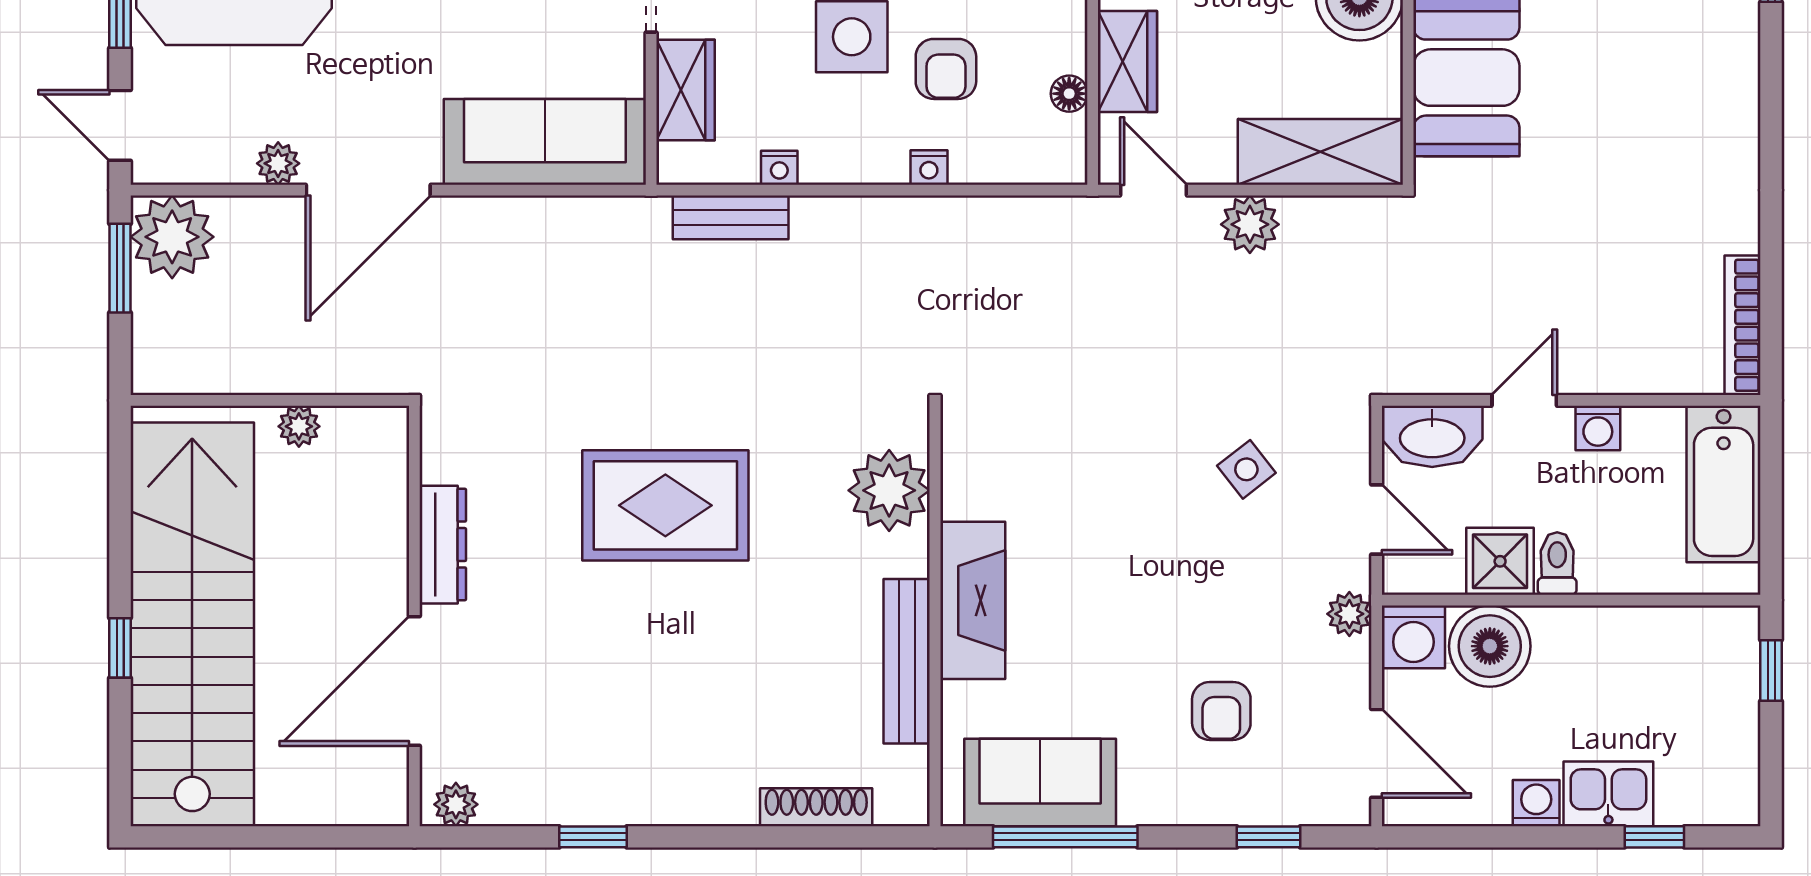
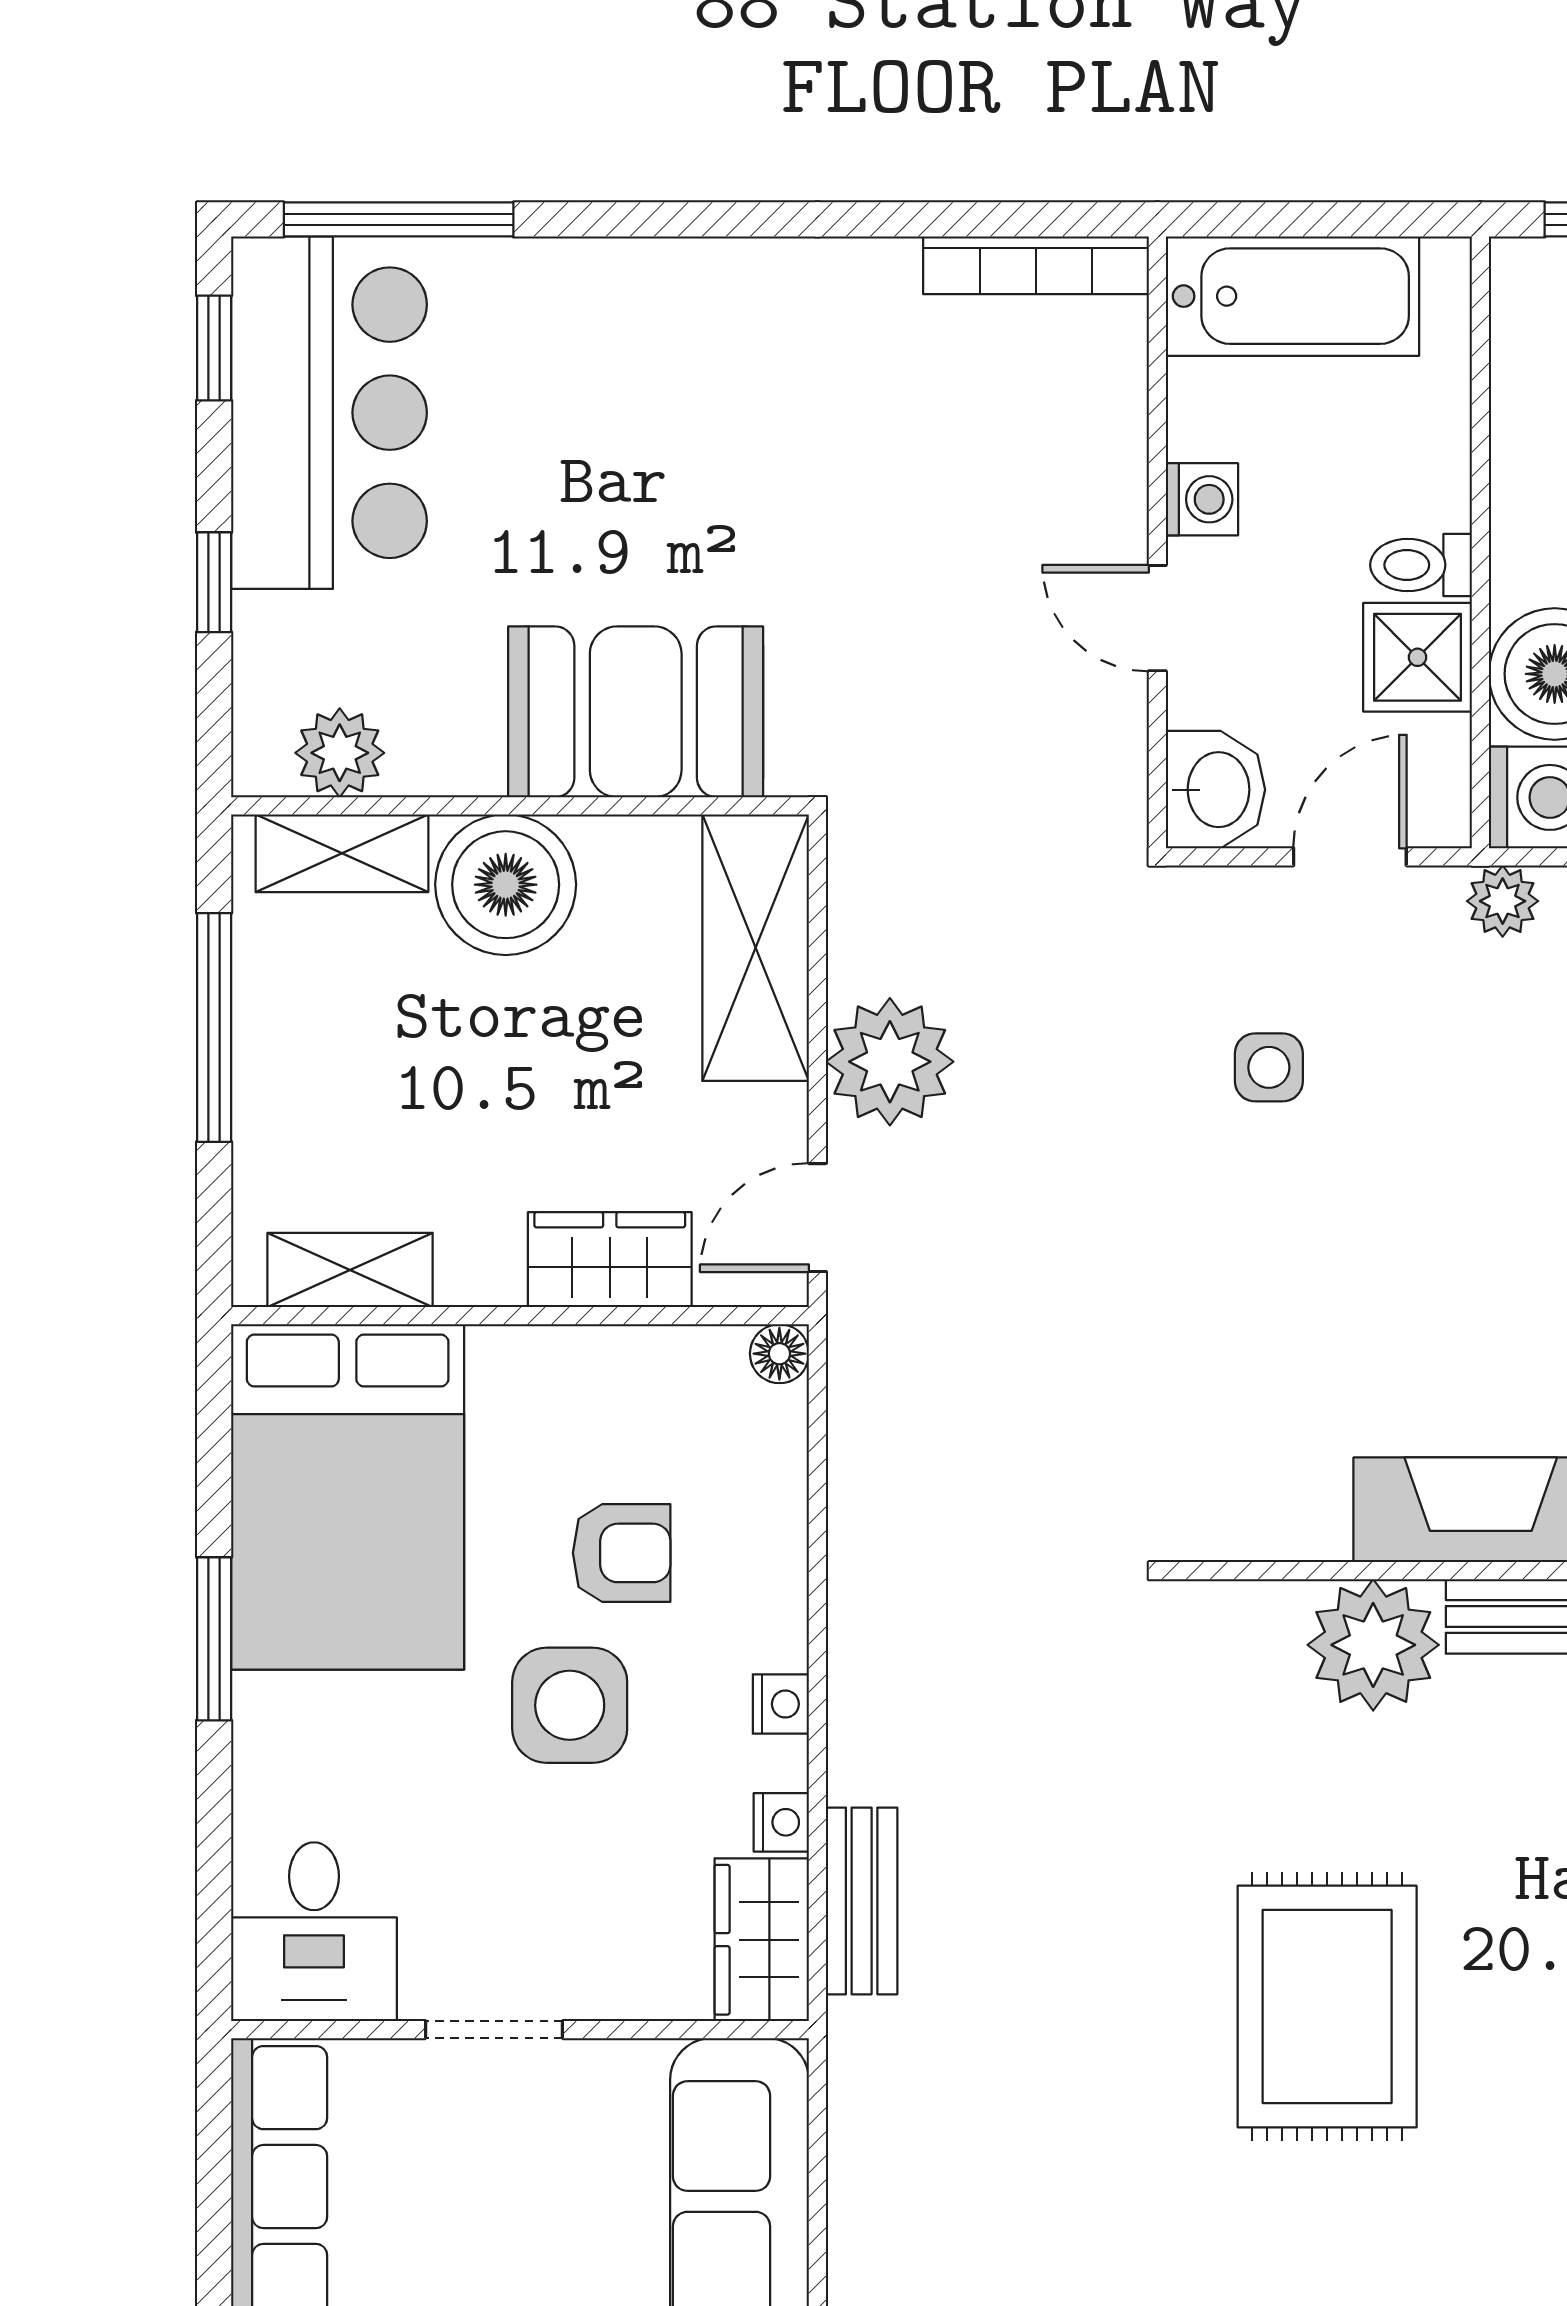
wardrobe: (686, 90) -> (762, 1940), moved, turned -90
floor lamp: (1069, 94) -> (779, 1354), moved
nightstand: (929, 167) -> (781, 1704), moved
plant: (1250, 224) -> (890, 1062), width x1.36, depth x1.36
washbasin: (1432, 436) -> (1216, 790), width x0.72
side table: (1246, 469) -> (1269, 1067), turned 38
plant: (889, 490) -> (1373, 1645), moved

